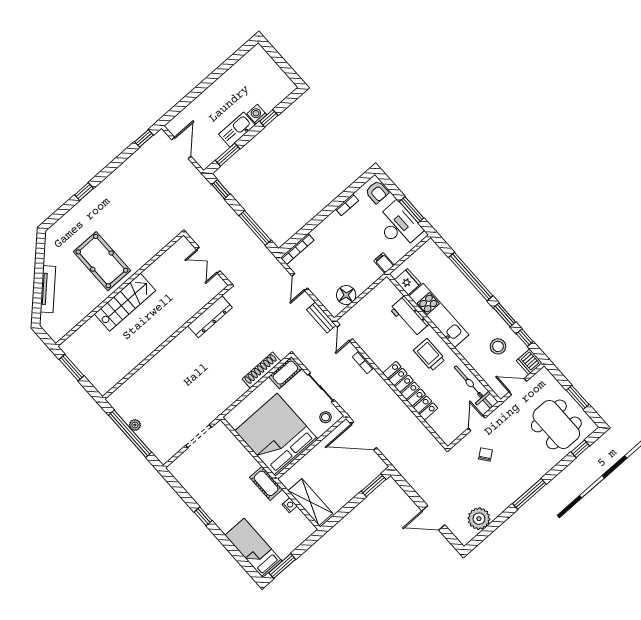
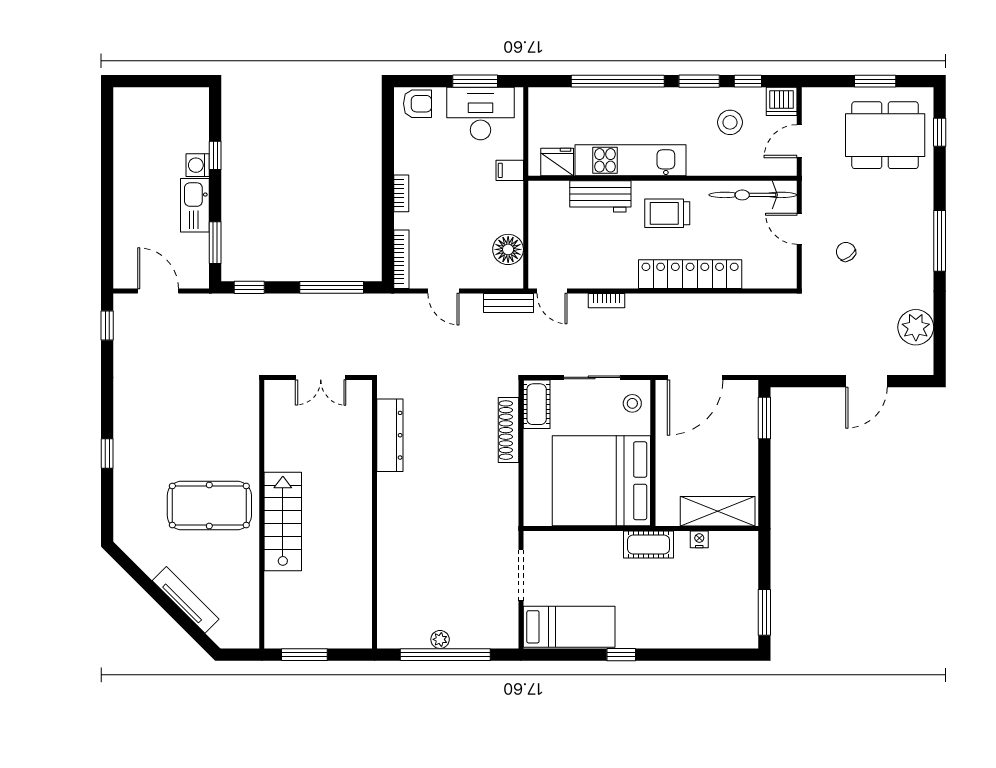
bookcase: (347, 205) -> (401, 193), moved
bed: (254, 548) -> (569, 627), moved, turned 180

